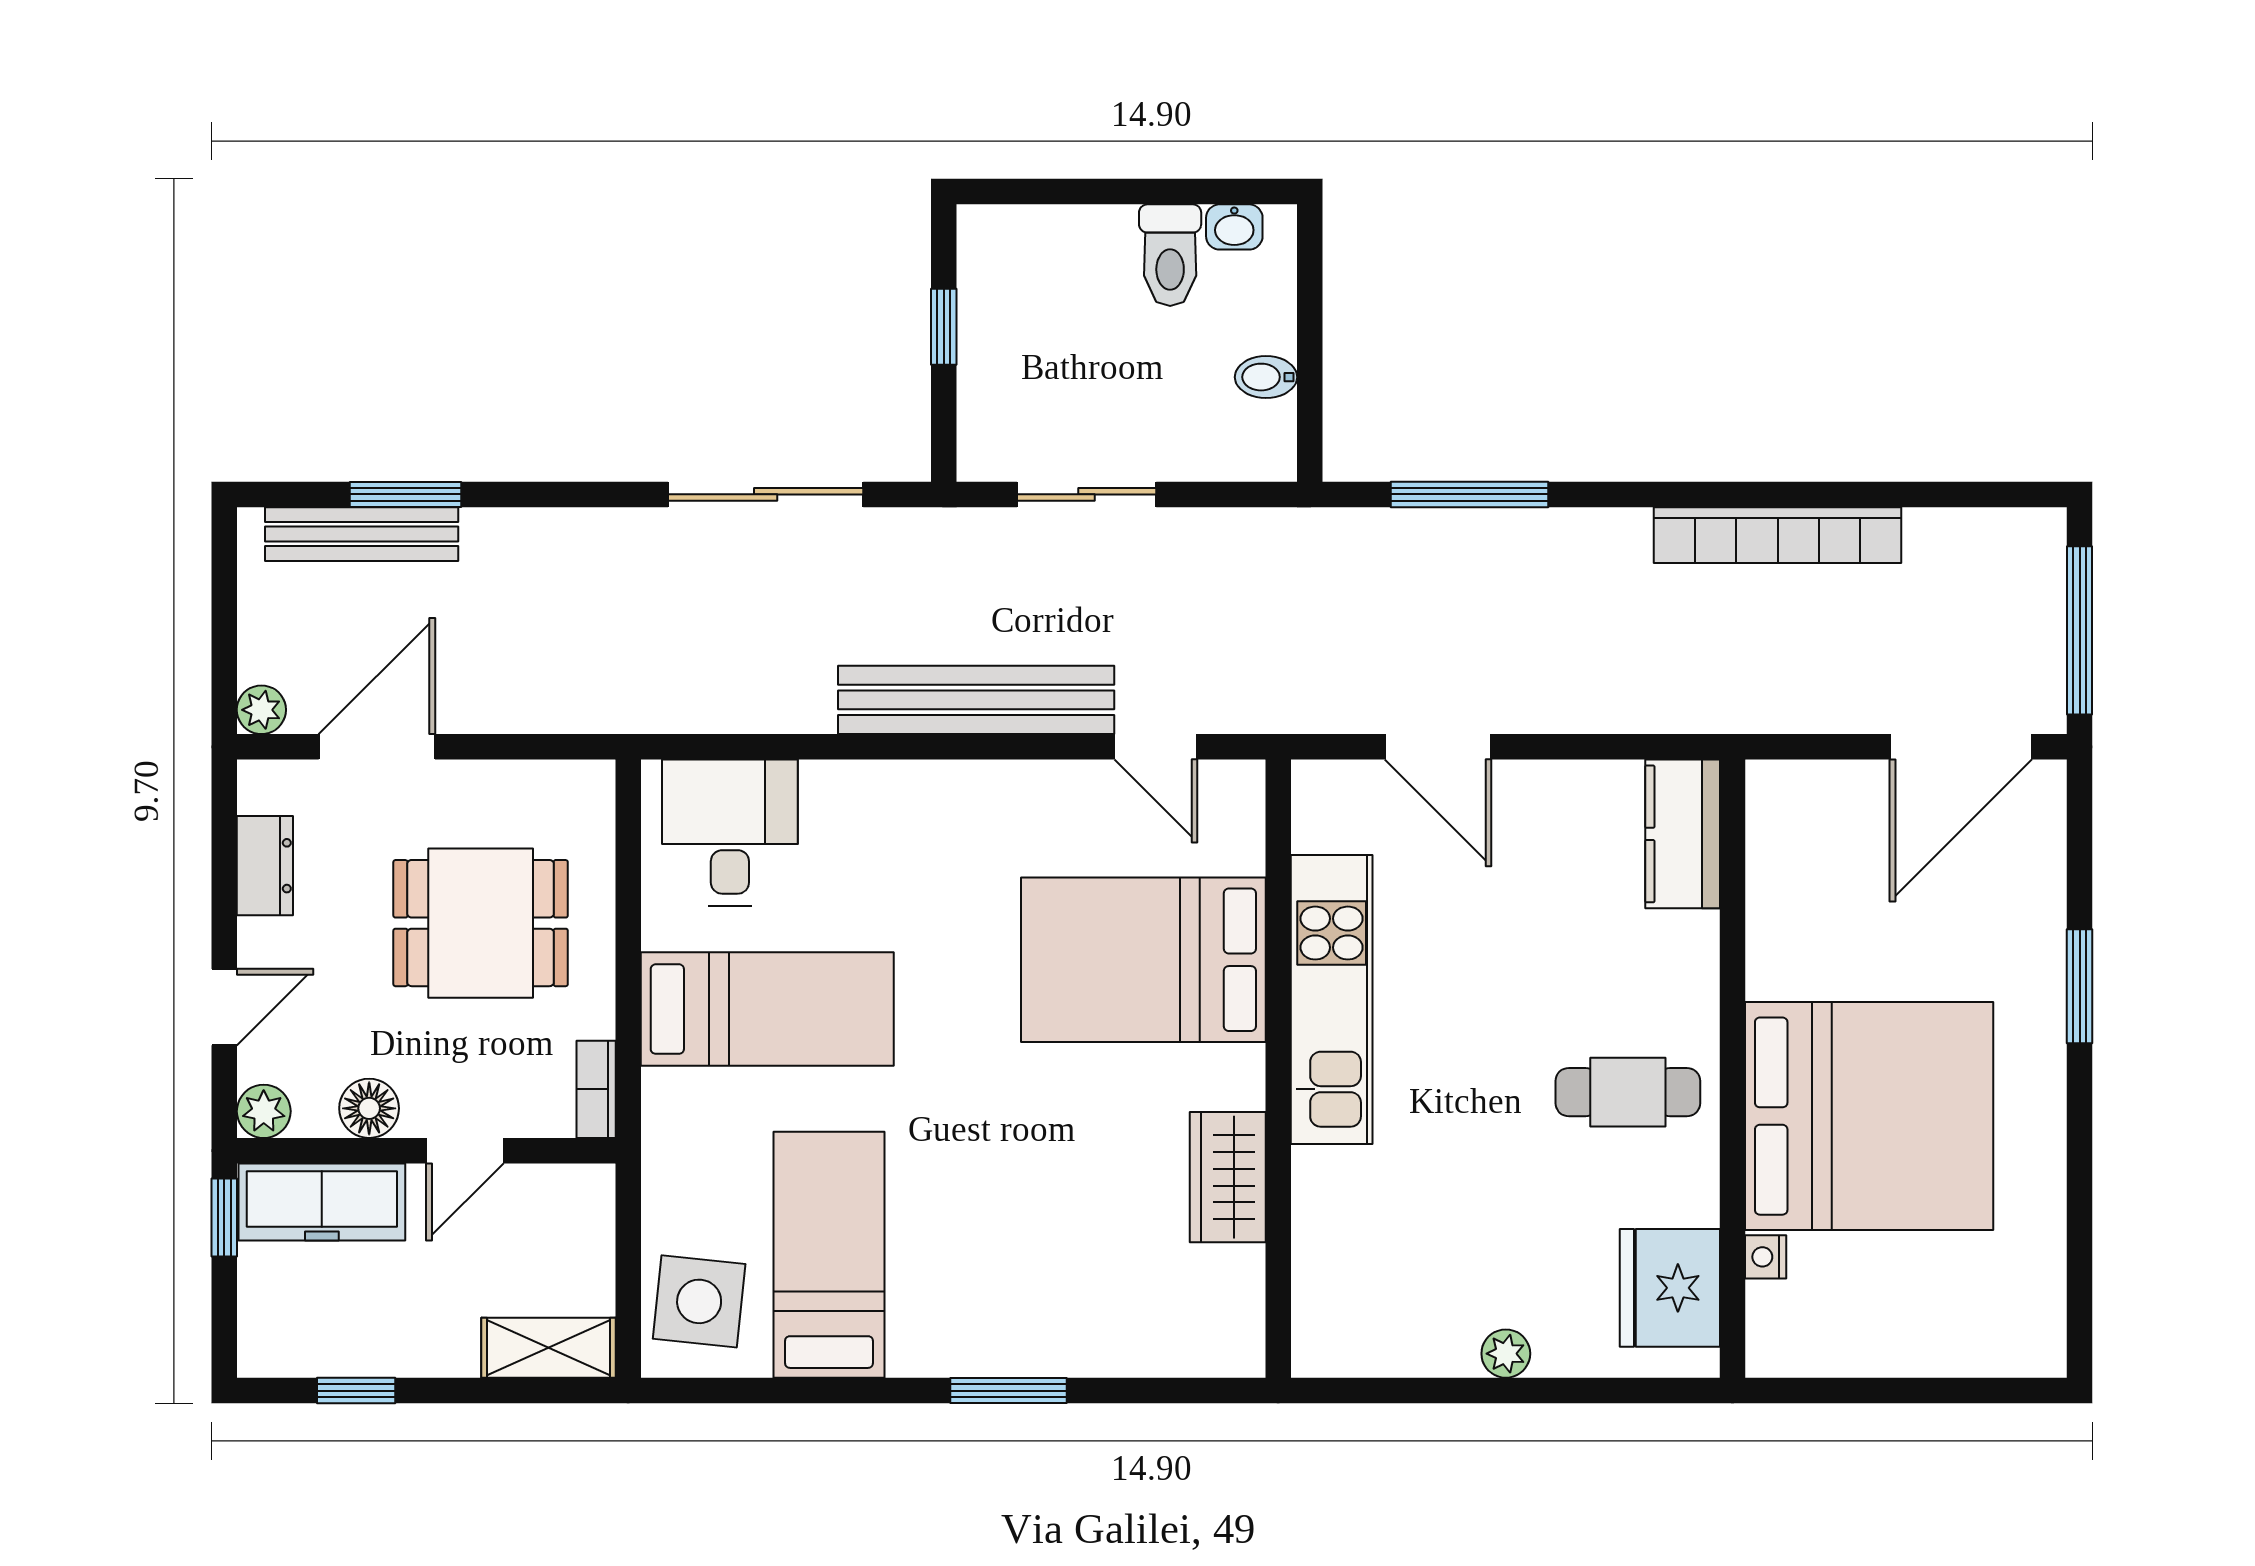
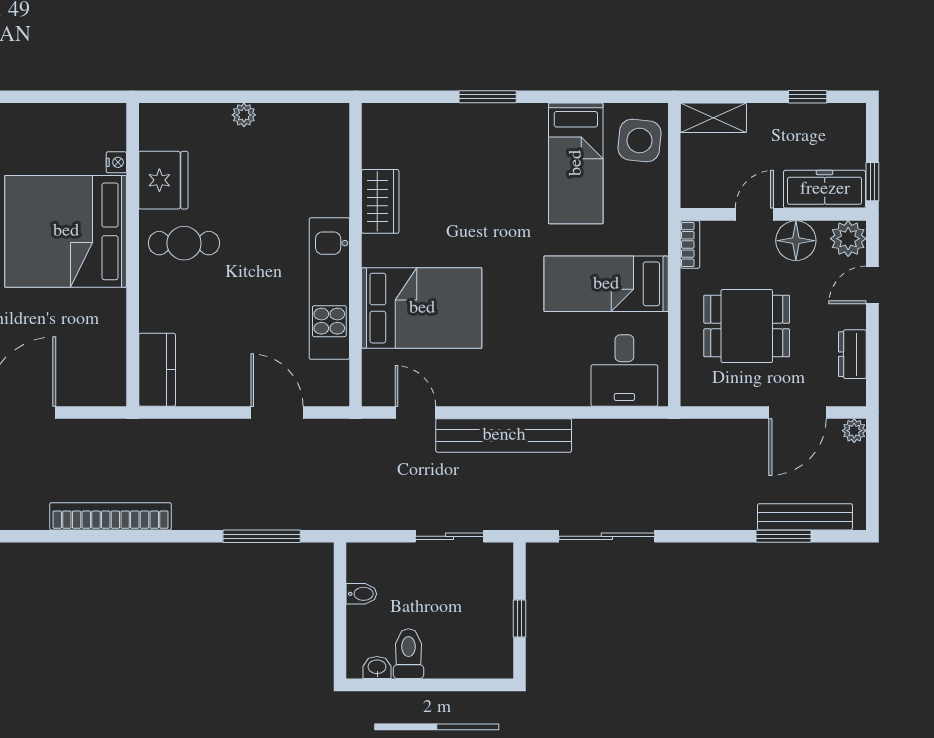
floor lamp: (369, 1108) -> (796, 241), width x1.38, depth x1.38
plant: (264, 1111) -> (848, 239), width x1.38, depth x1.38
fridge: (1670, 1288) -> (163, 180), moved

